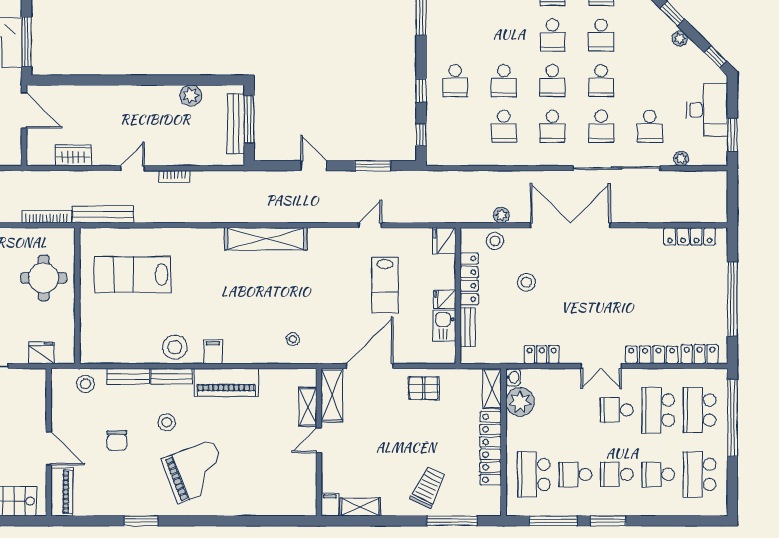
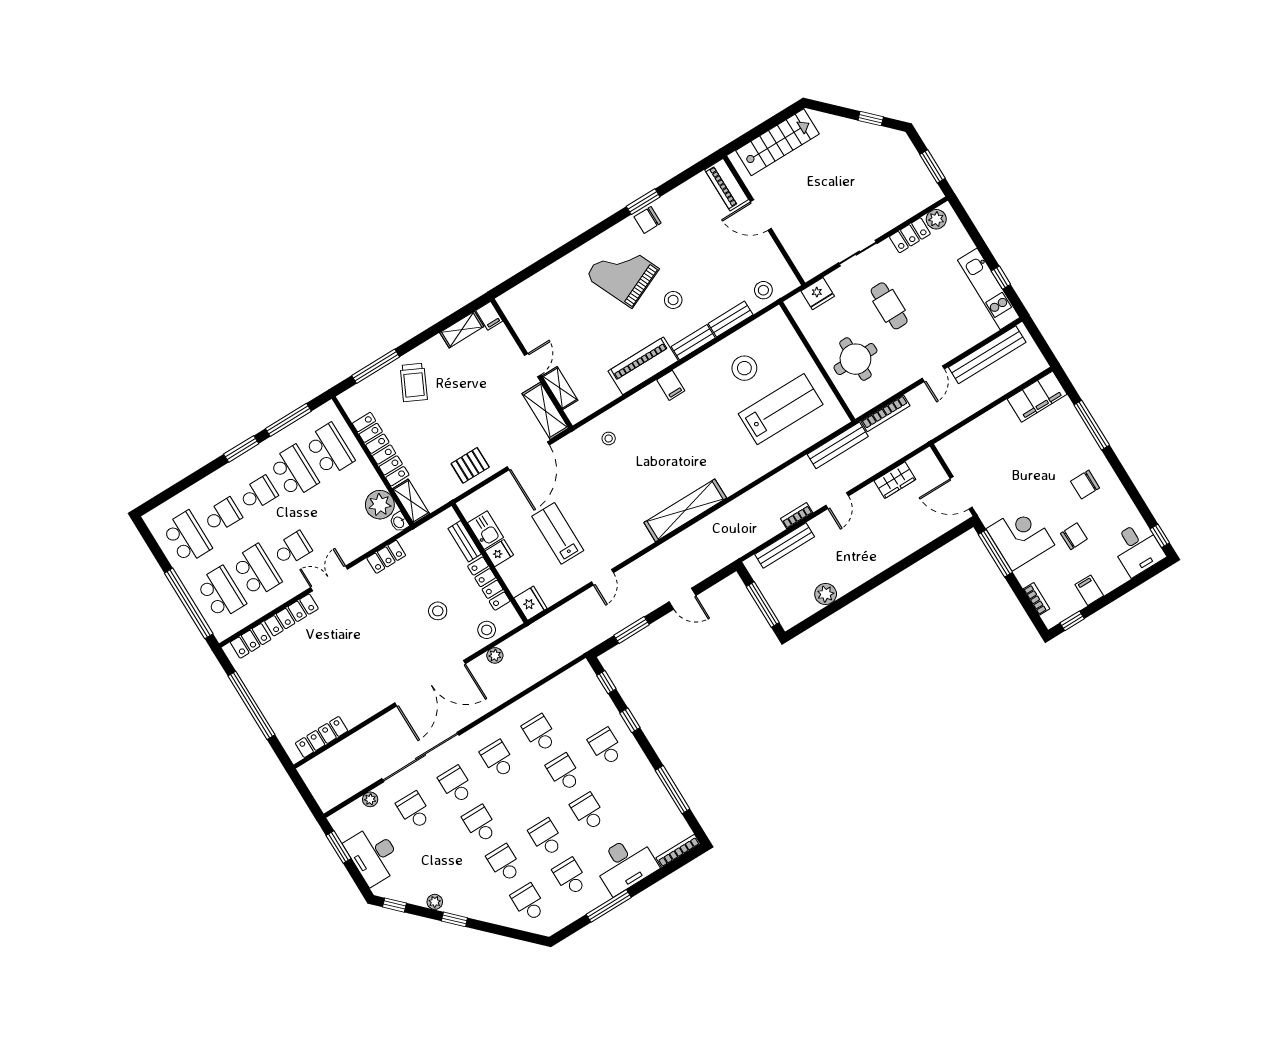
school desk: (552, 81) -> (588, 812), moved
bench: (236, 124) -> (785, 545), moved, turned 90
stool: (175, 347) -> (744, 368), moved
chair: (117, 441) -> (648, 220), moved, turned -90
grand piano: (195, 472) -> (622, 273), turned 87
school desk: (575, 474) -> (294, 472), width x1.85

